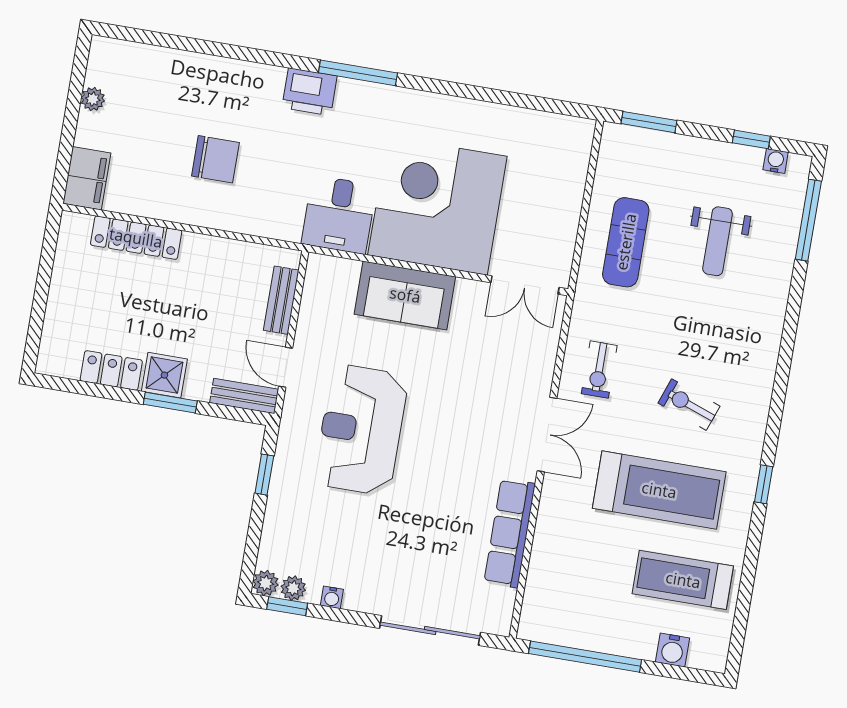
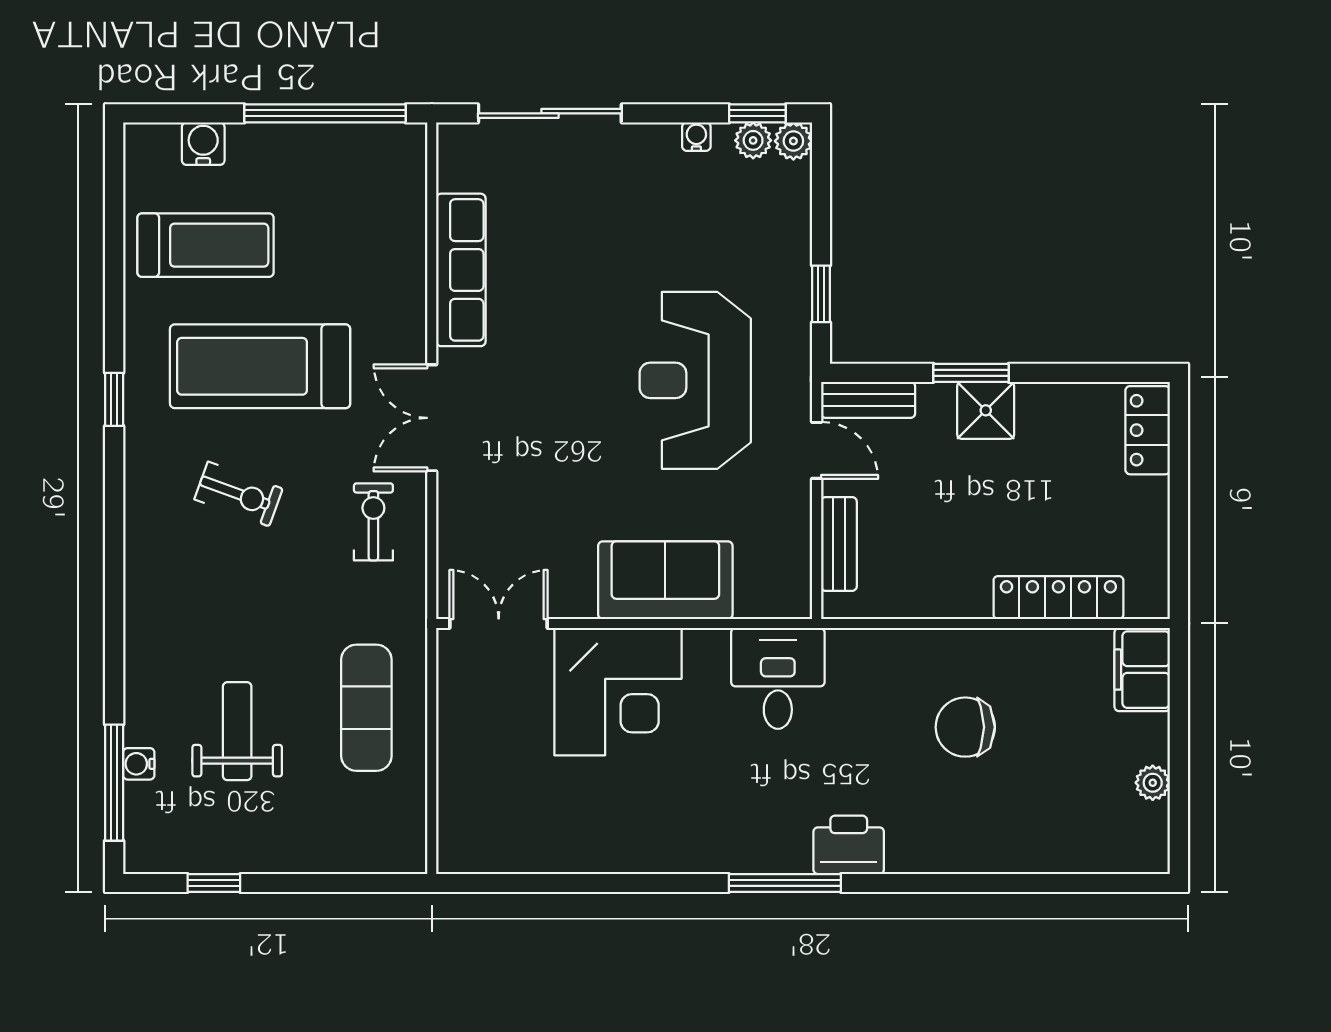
window: (649, 122) -> (362, 883), removed
water cooler: (776, 161) -> (139, 764), moved, turned 90
corner desk: (437, 206) -> (618, 692), width x0.74, depth x0.74
locker: (111, 370) -> (1148, 430), moved, turned 90
reception desk: (361, 430) -> (695, 380), turned 180

